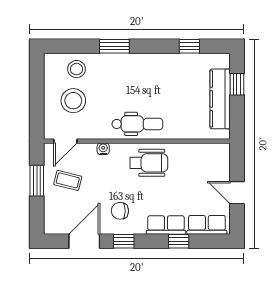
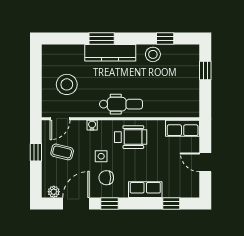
stool: (76, 69) -> (153, 54), moved
kitchen counter: (220, 99) -> (110, 53), moved, turned -90
window: (37, 181) -> (36, 152), width x0.67
side table: (114, 185) -> (101, 156), added
row of seats: (207, 225) -> (183, 128), moved, turned 180
plant: (58, 227) -> (54, 192), added
window: (179, 241) -> (171, 203), moved

